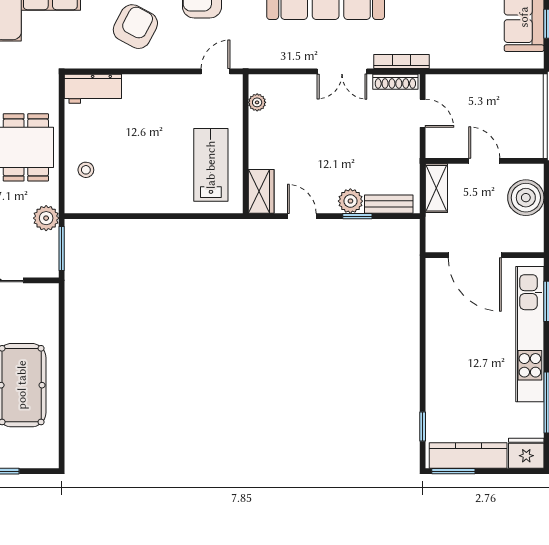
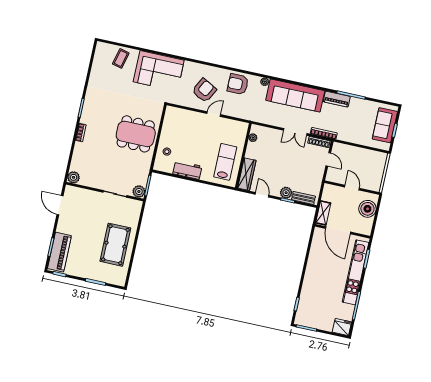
door: (216, 71) -> (214, 114), moved
workbench: (93, 89) -> (187, 170), moved, turned 180
shelving: (436, 188) -> (323, 213), moved
wardrobe: (261, 191) -> (247, 174), width x1.50
plant: (46, 218) -> (139, 192), moved
kitchen counter: (468, 456) -> (315, 322), removed

